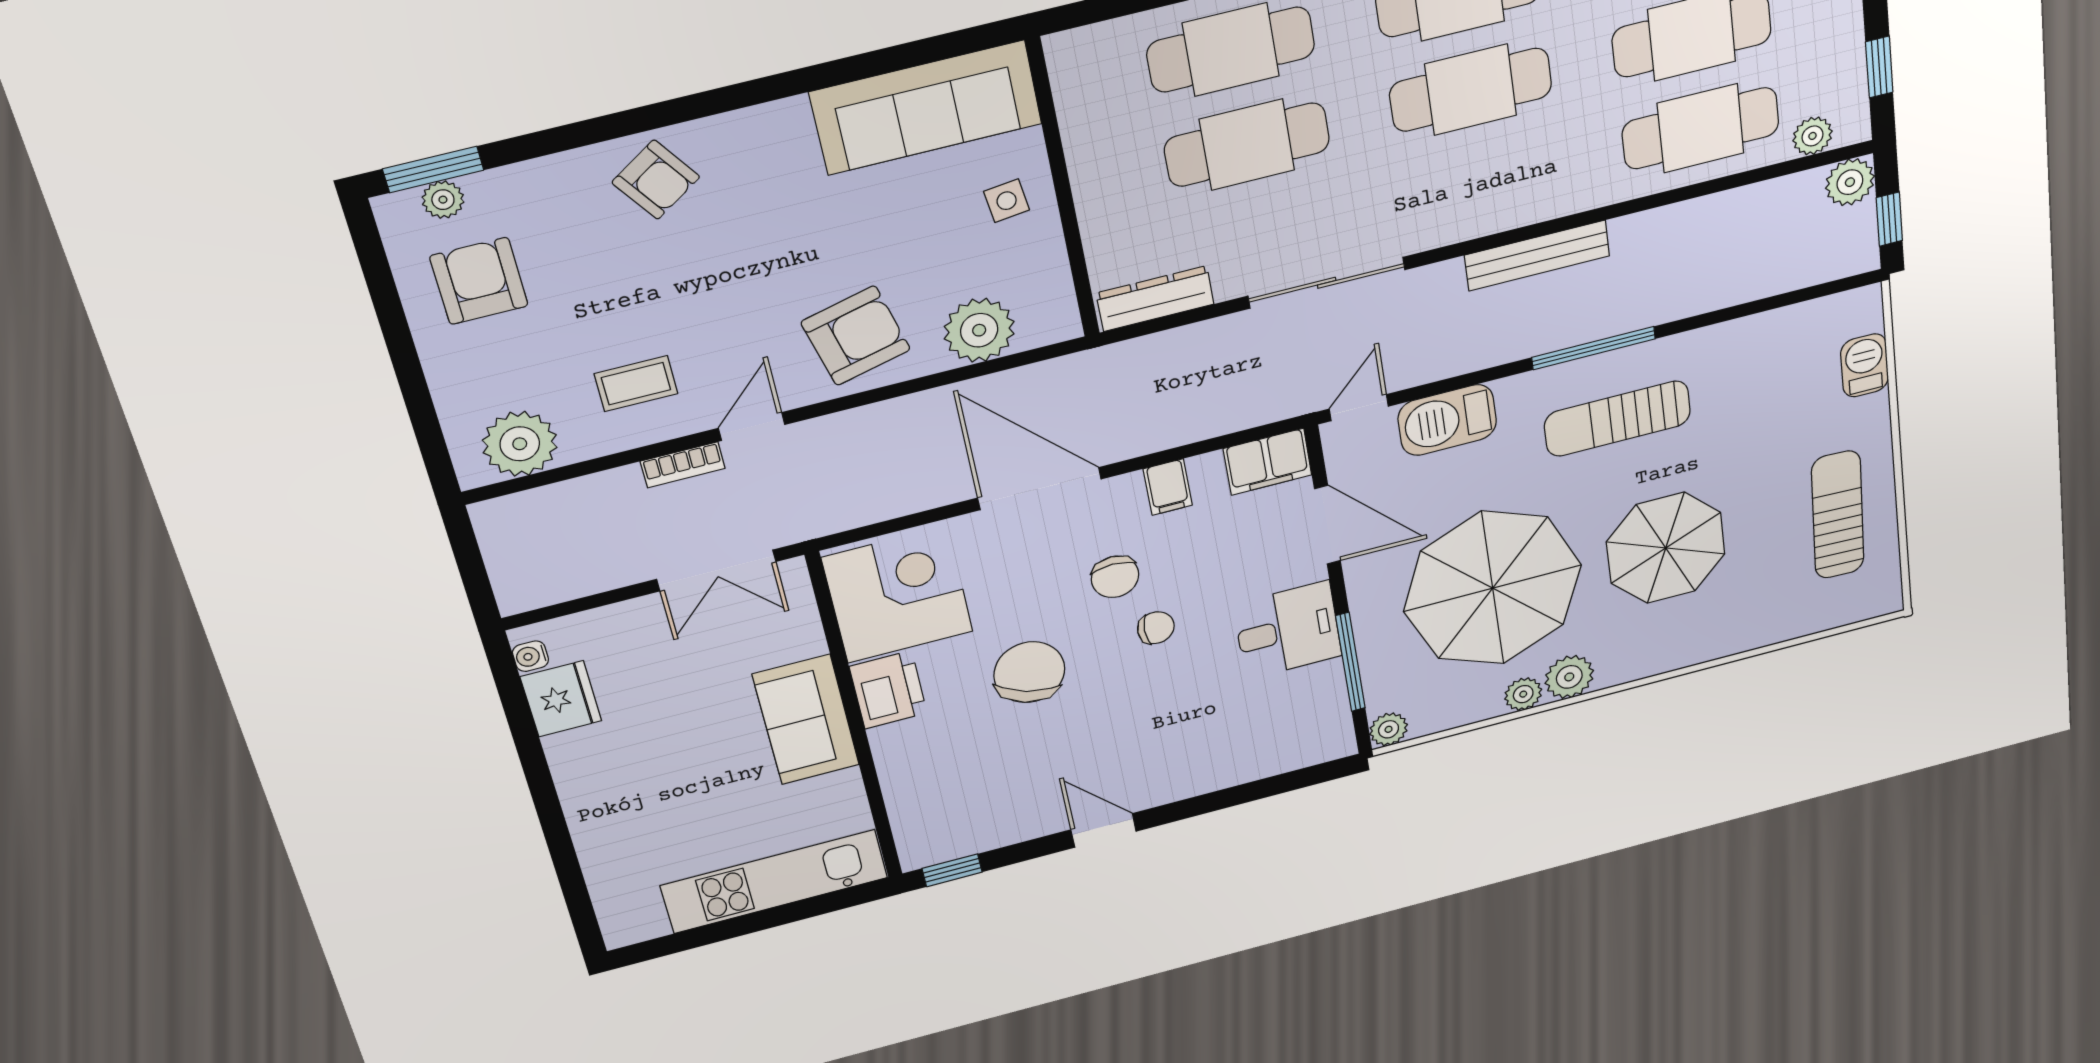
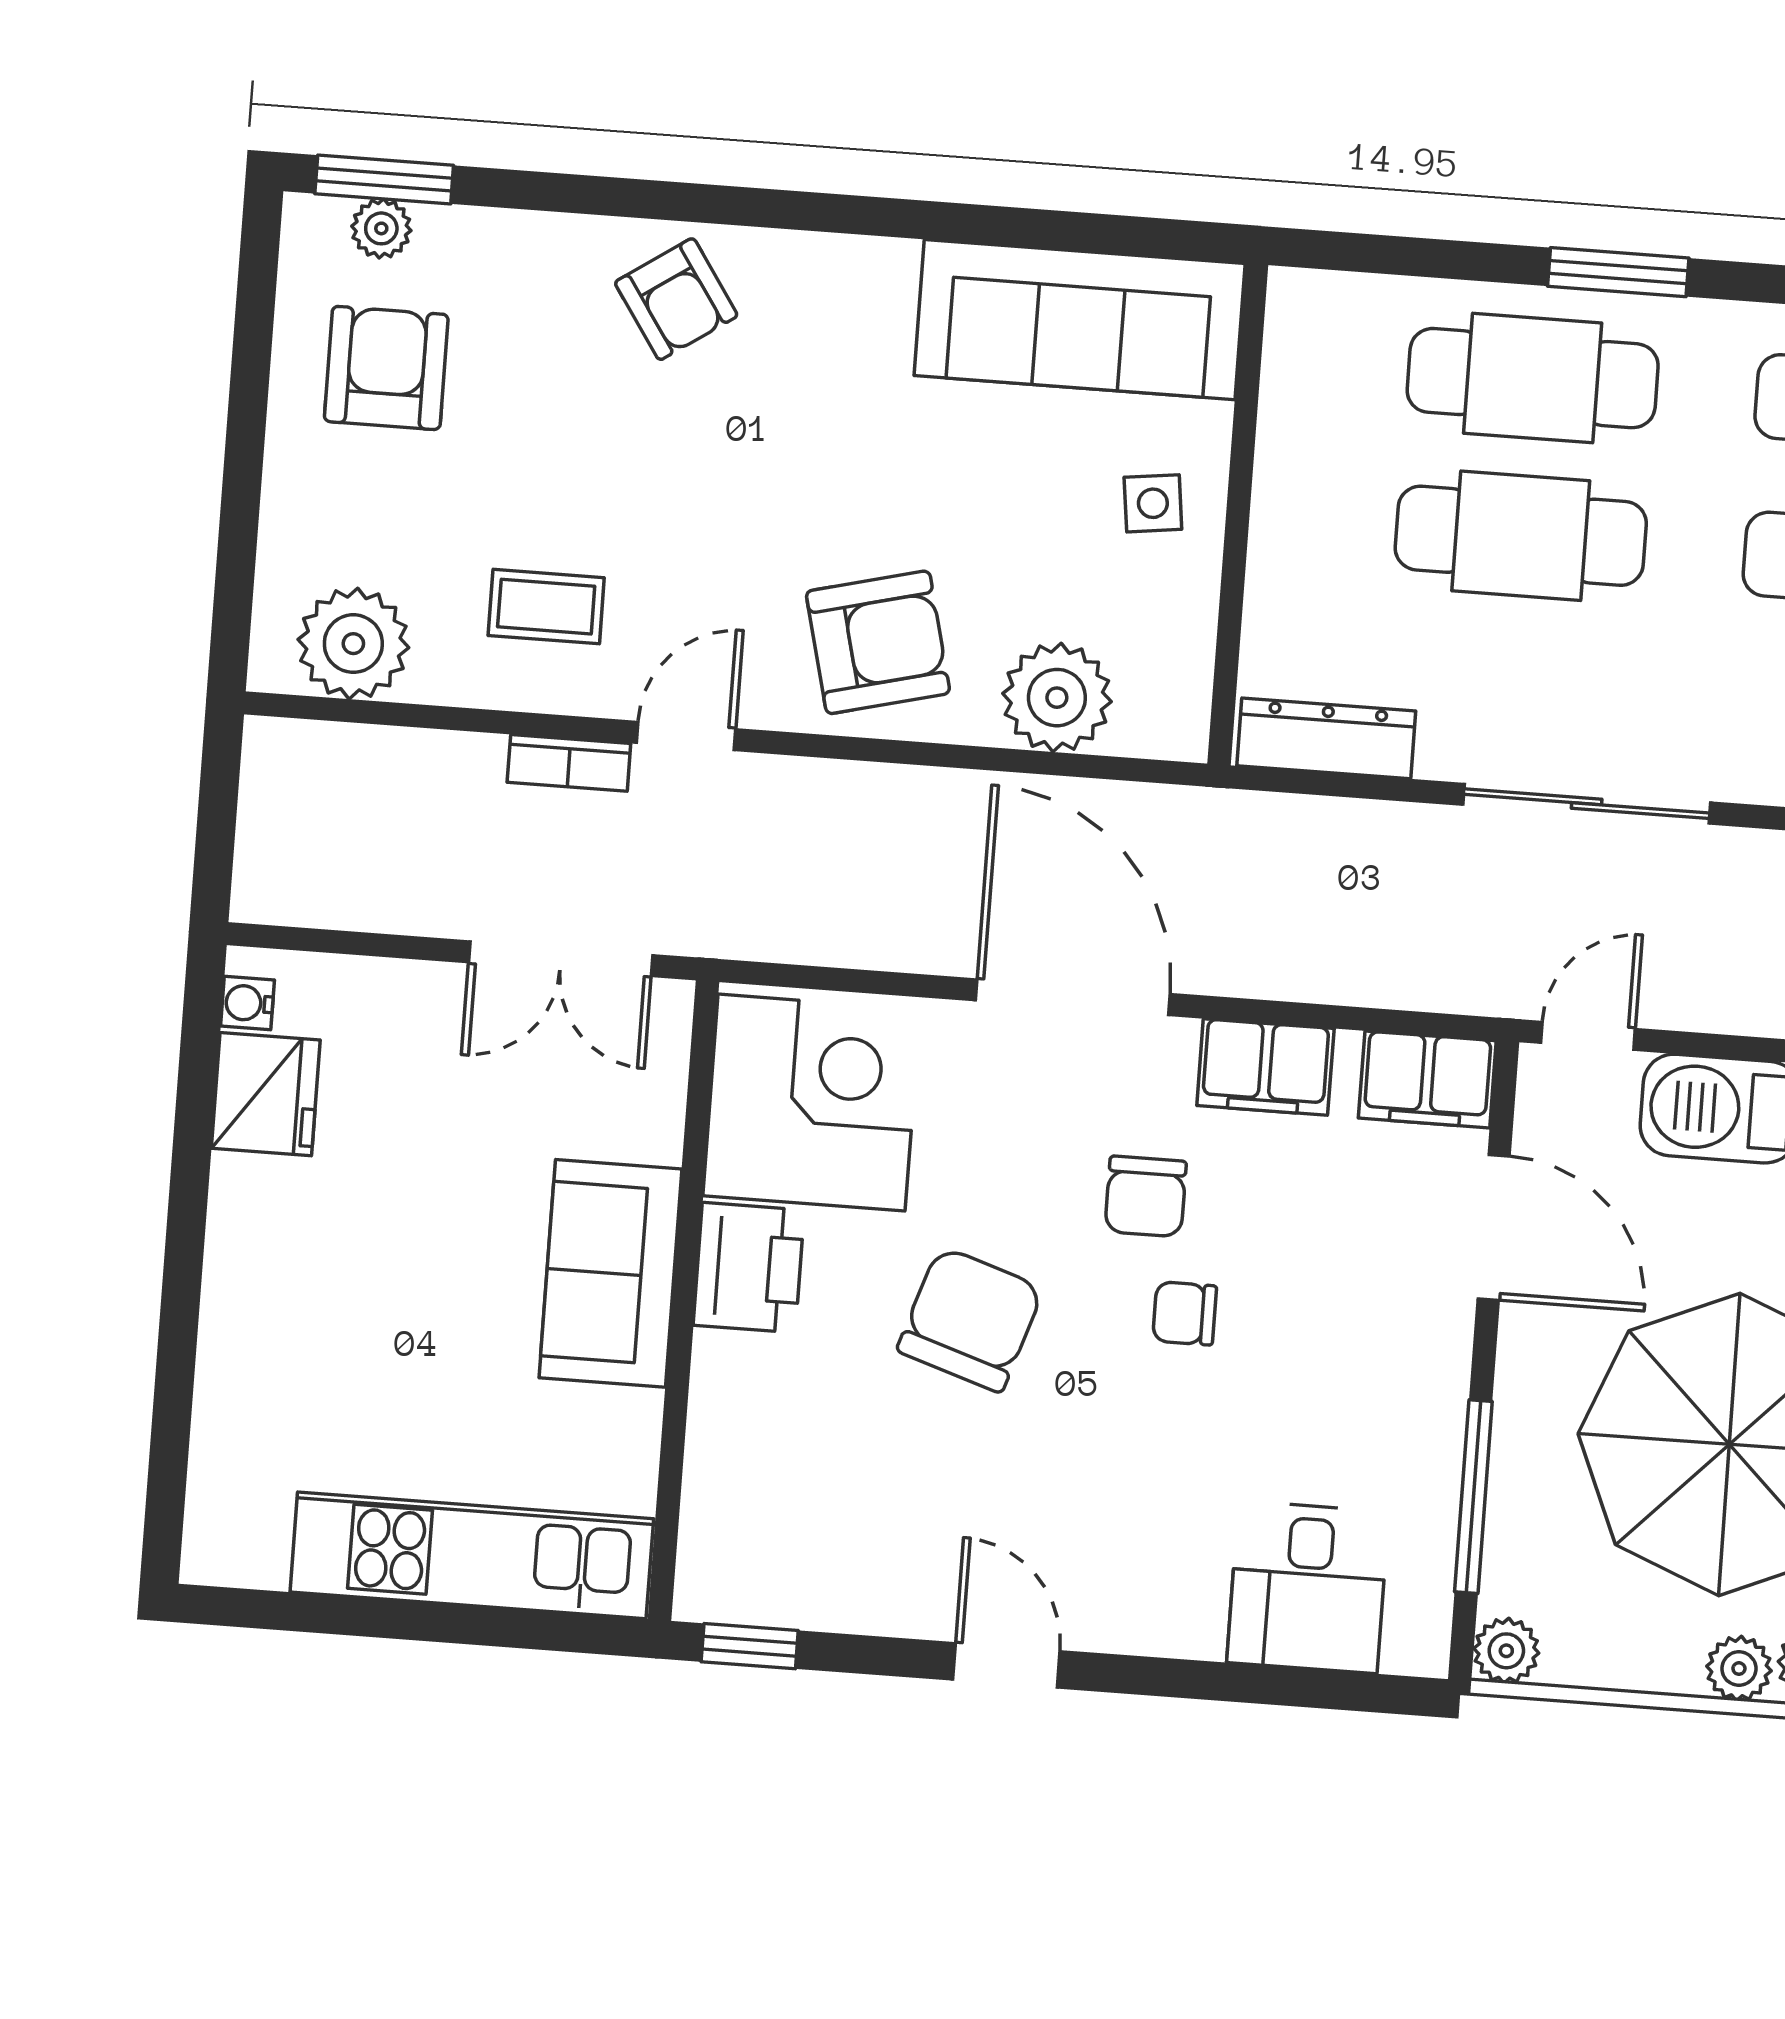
filing cabinet: (1168, 487) -> (1265, 1067), width x2.00
chair: (1156, 628) -> (1185, 1313), turned 180
desk: (1288, 630) -> (1308, 1587), moved, turned 90

